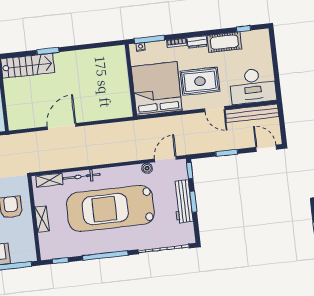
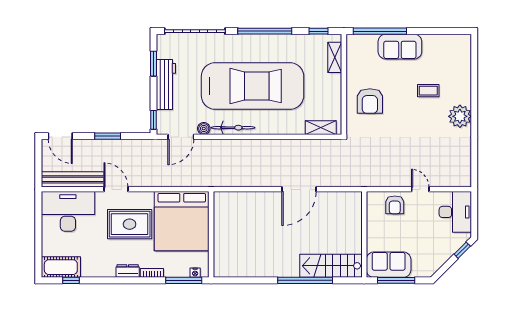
cot: (224, 42) -> (61, 267), moved
window: (48, 51) -> (305, 280), width x2.11
bicycle: (82, 176) -> (233, 128), moved
window: (193, 202) -> (154, 64), moved
shelving: (42, 219) -> (335, 57), moved

